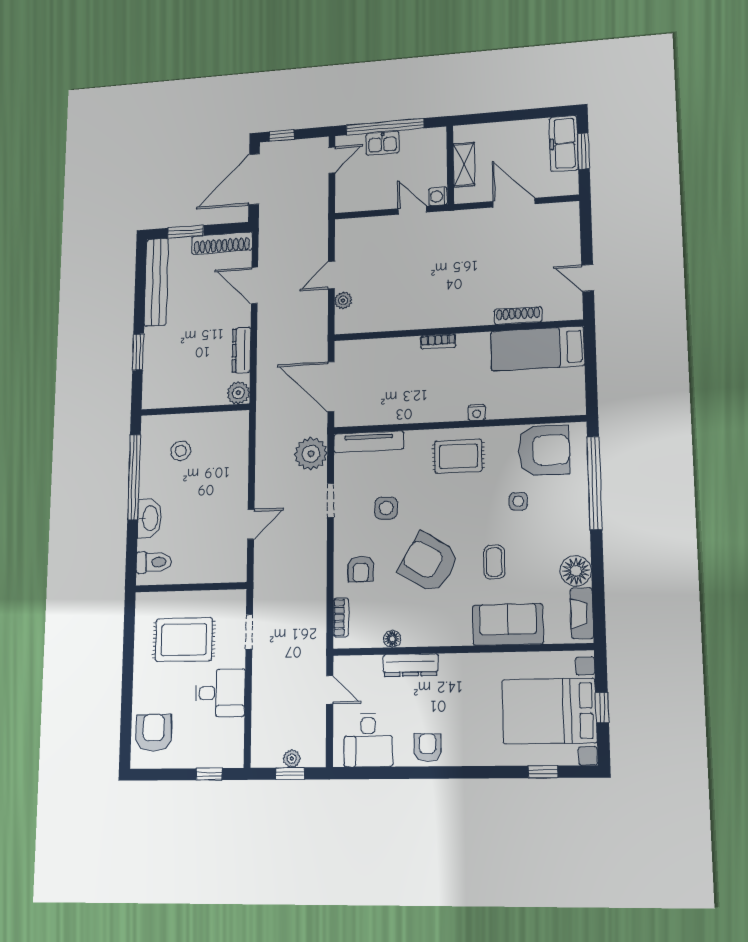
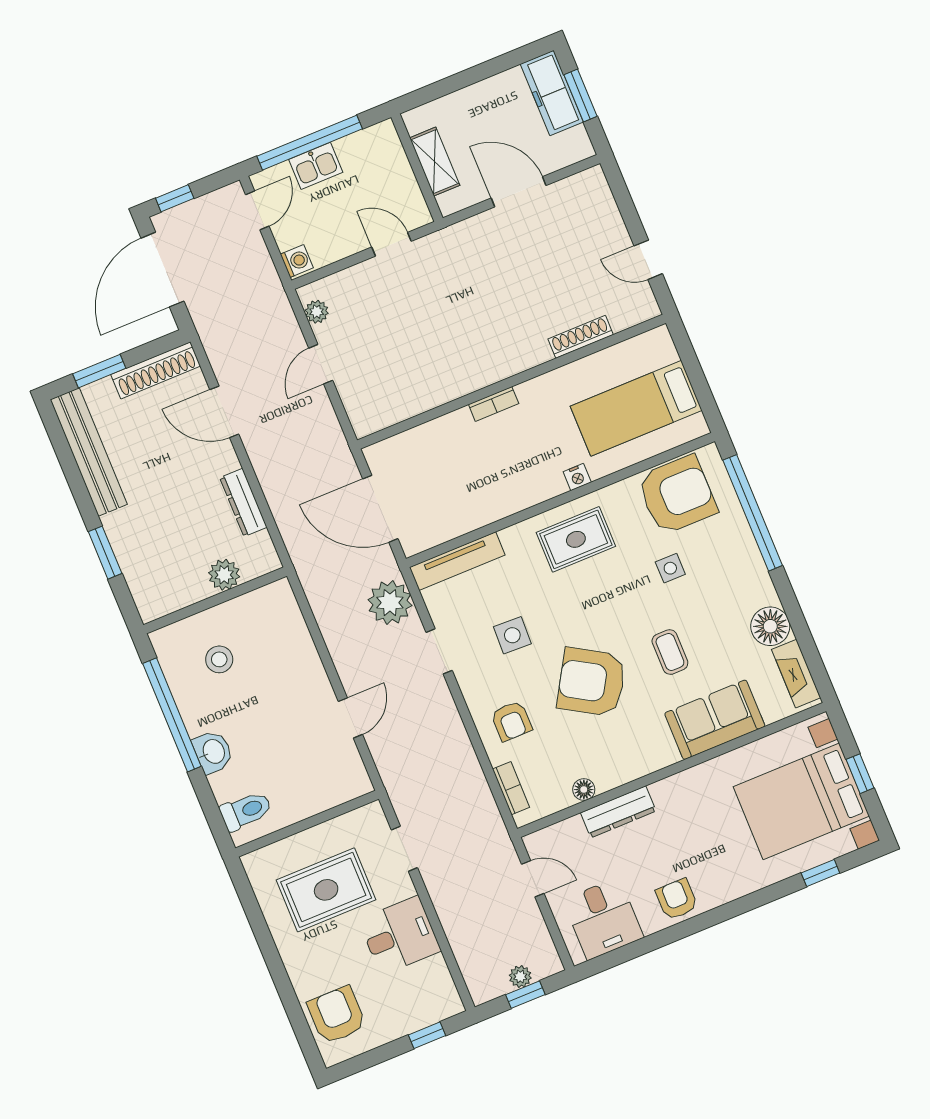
washing machine: (438, 196) -> (297, 261), moved, turned 180
plant: (343, 300) -> (317, 312), moved
bed: (537, 349) -> (636, 408), moved
plant: (238, 393) -> (224, 575), moved
washbasin: (150, 518) -> (213, 752), width x0.72

